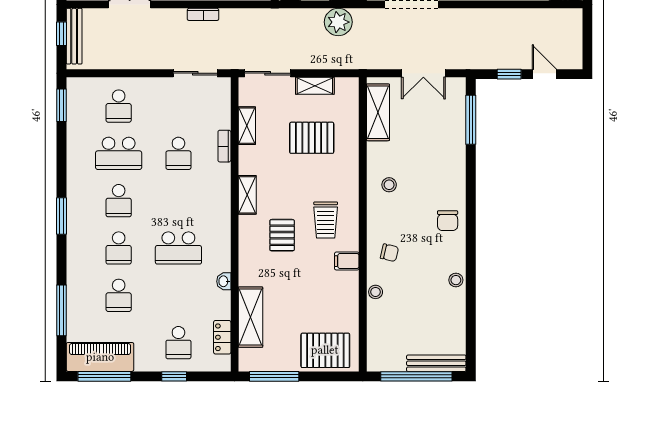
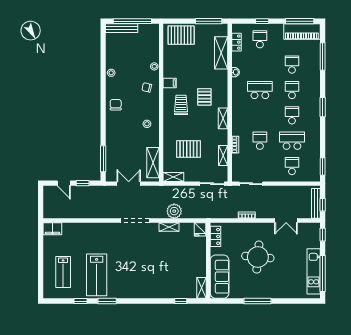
shelving: (315, 86) -> (173, 177), moved

